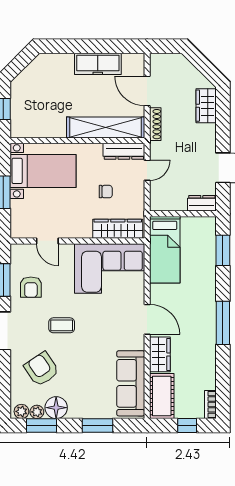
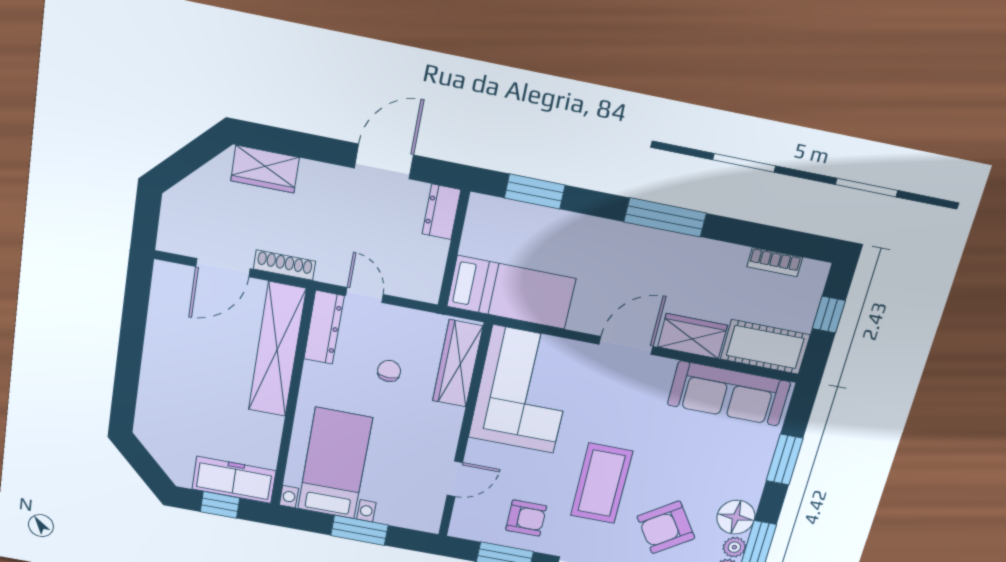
freezer: (98, 64) -> (234, 480), moved, turned -90
coffee table: (62, 325) -> (601, 483), width x1.86, depth x1.72
bookcase: (210, 404) -> (775, 262), moved

